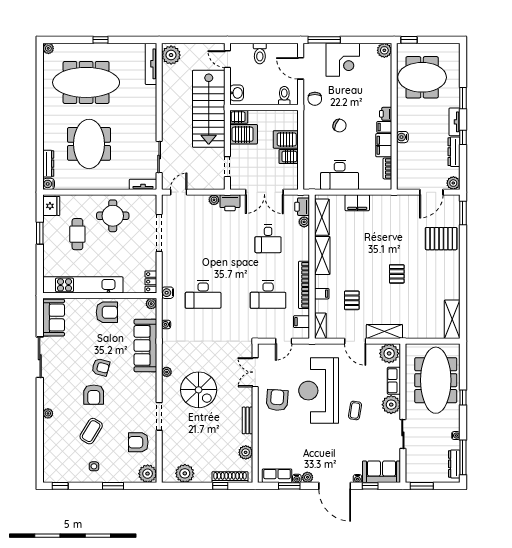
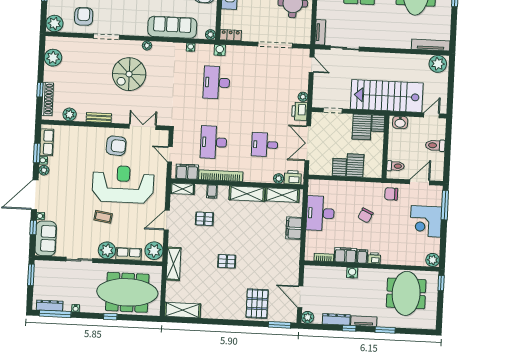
filing cabinet: (302, 322) -> (187, 172), width x2.00
shelving: (384, 331) -> (174, 264), moved

